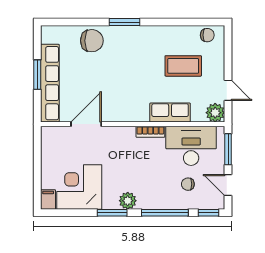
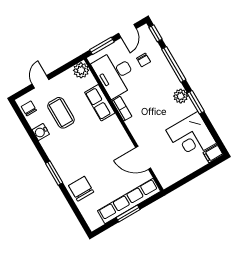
water cooler: (176, 33) -> (41, 132), added
door: (228, 90) -> (40, 82), moved

